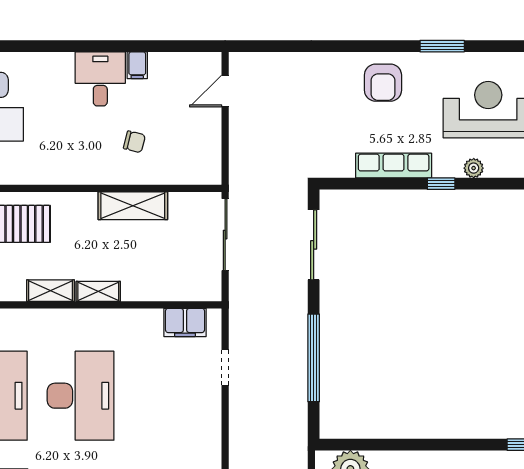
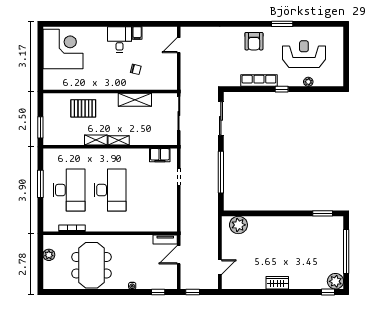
plant: (474, 168) -> (308, 82), moved

